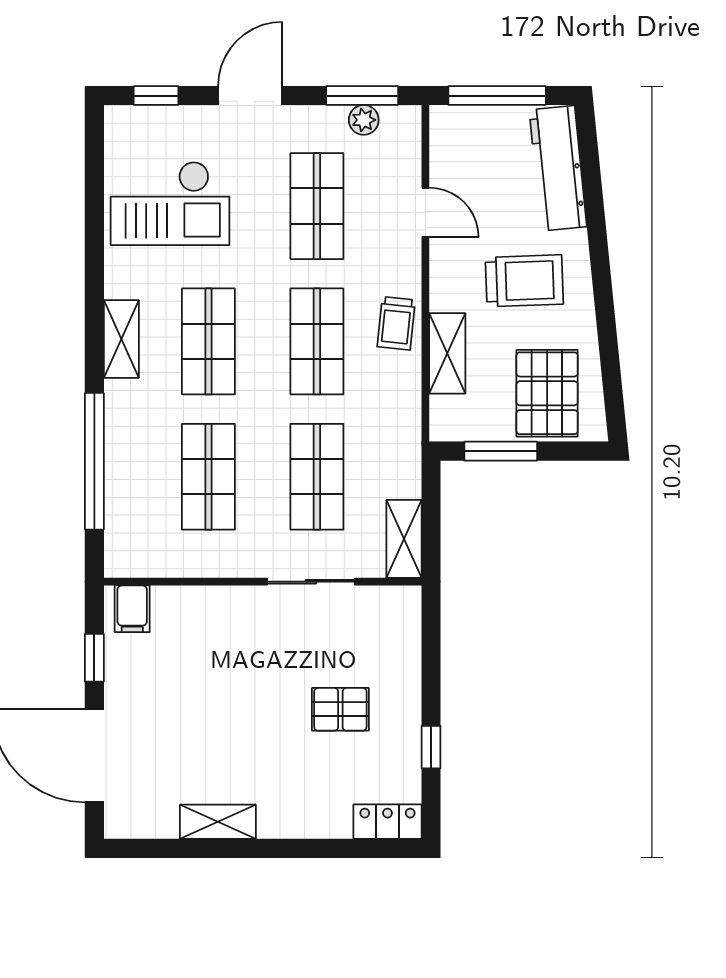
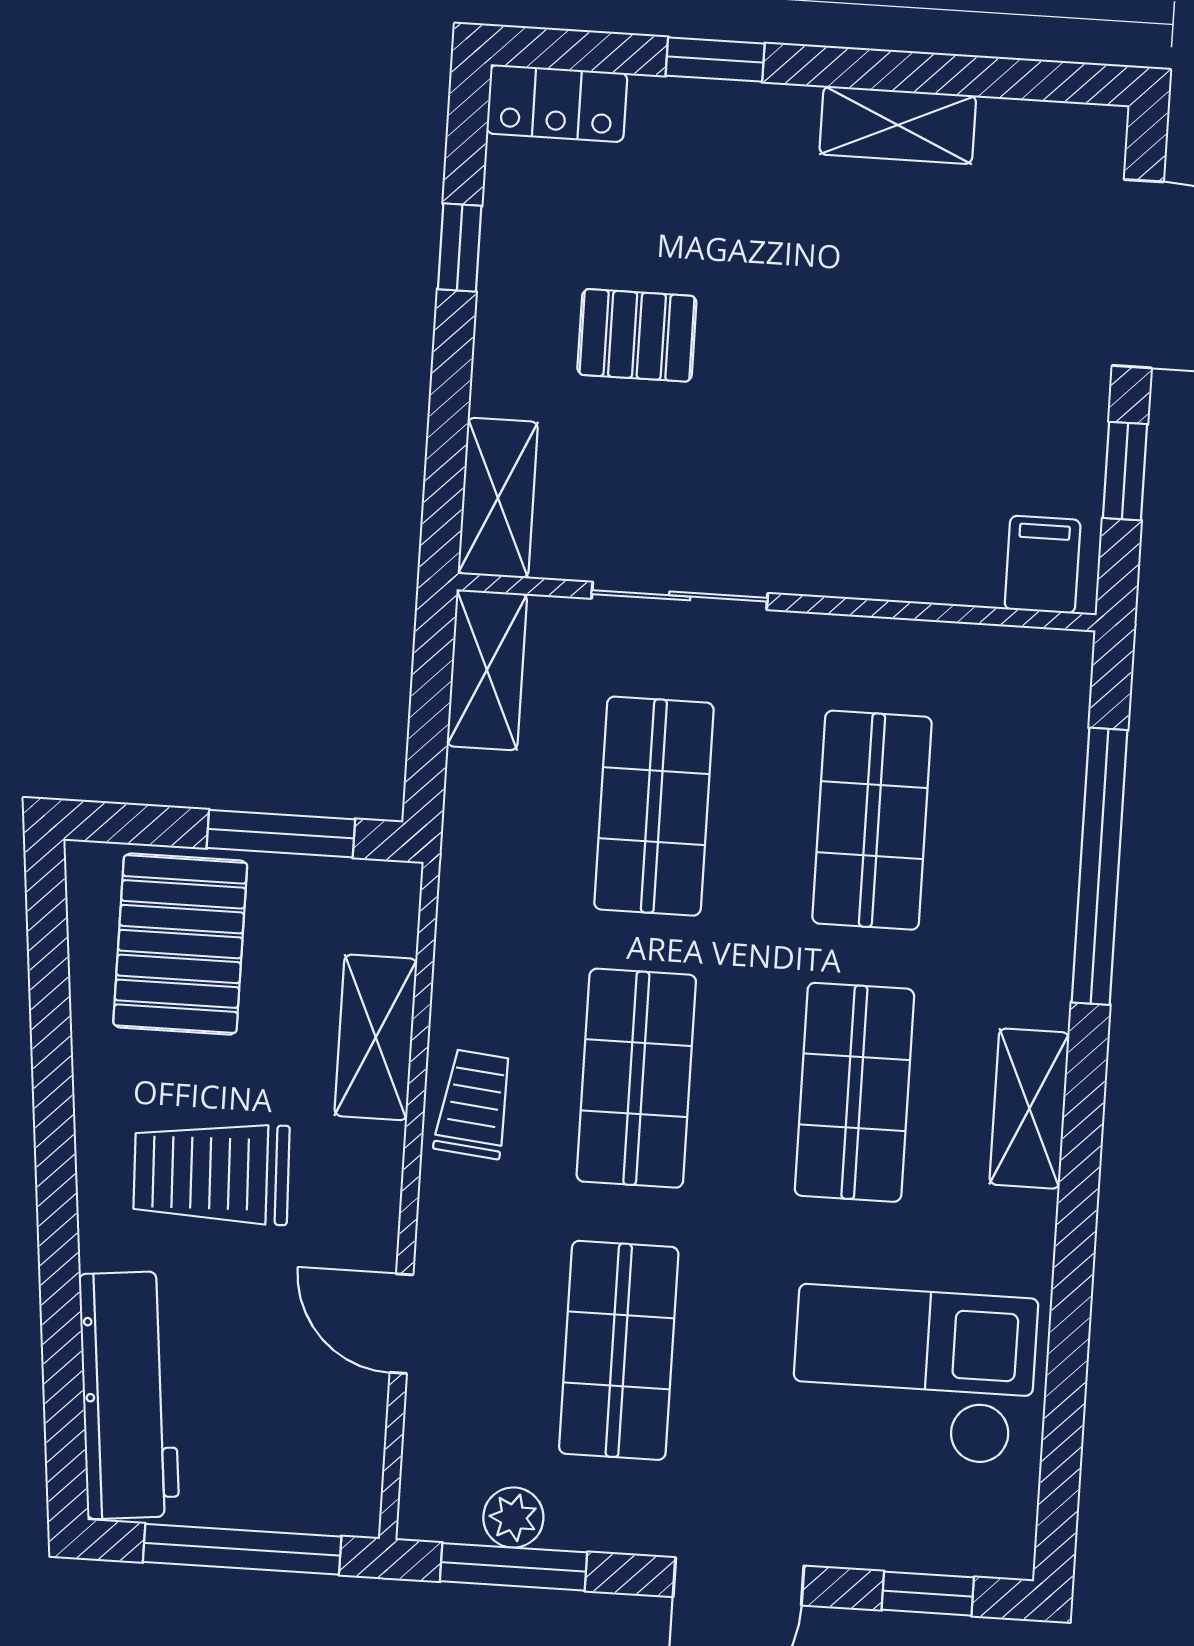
shelving: (404, 624) -> (498, 498), added
window: (310, 848) -> (715, 60), added

